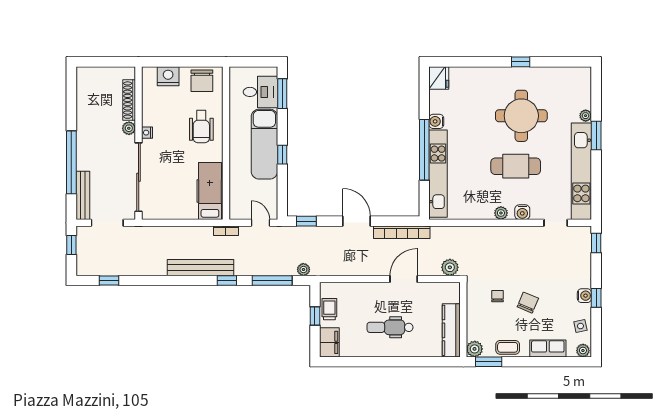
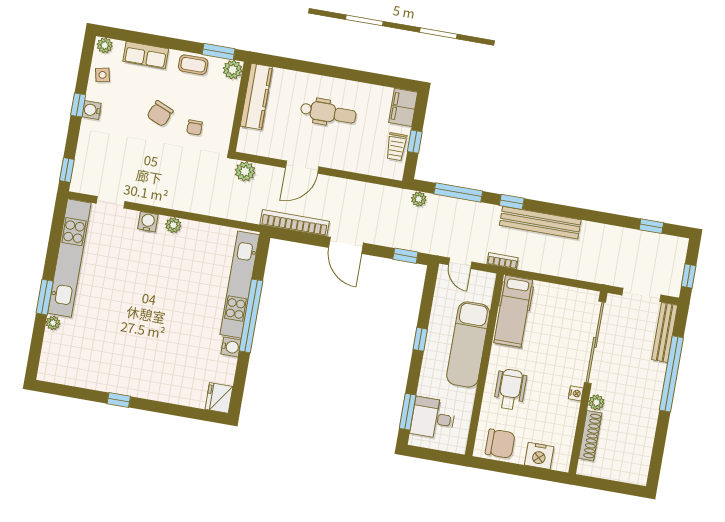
chair: (202, 81) -> (500, 444), turned 90
round table: (521, 116) -> (129, 336), removed
exam couch: (264, 144) -> (468, 344), moved, turned 180
cafe table: (516, 166) -> (146, 277), removed

